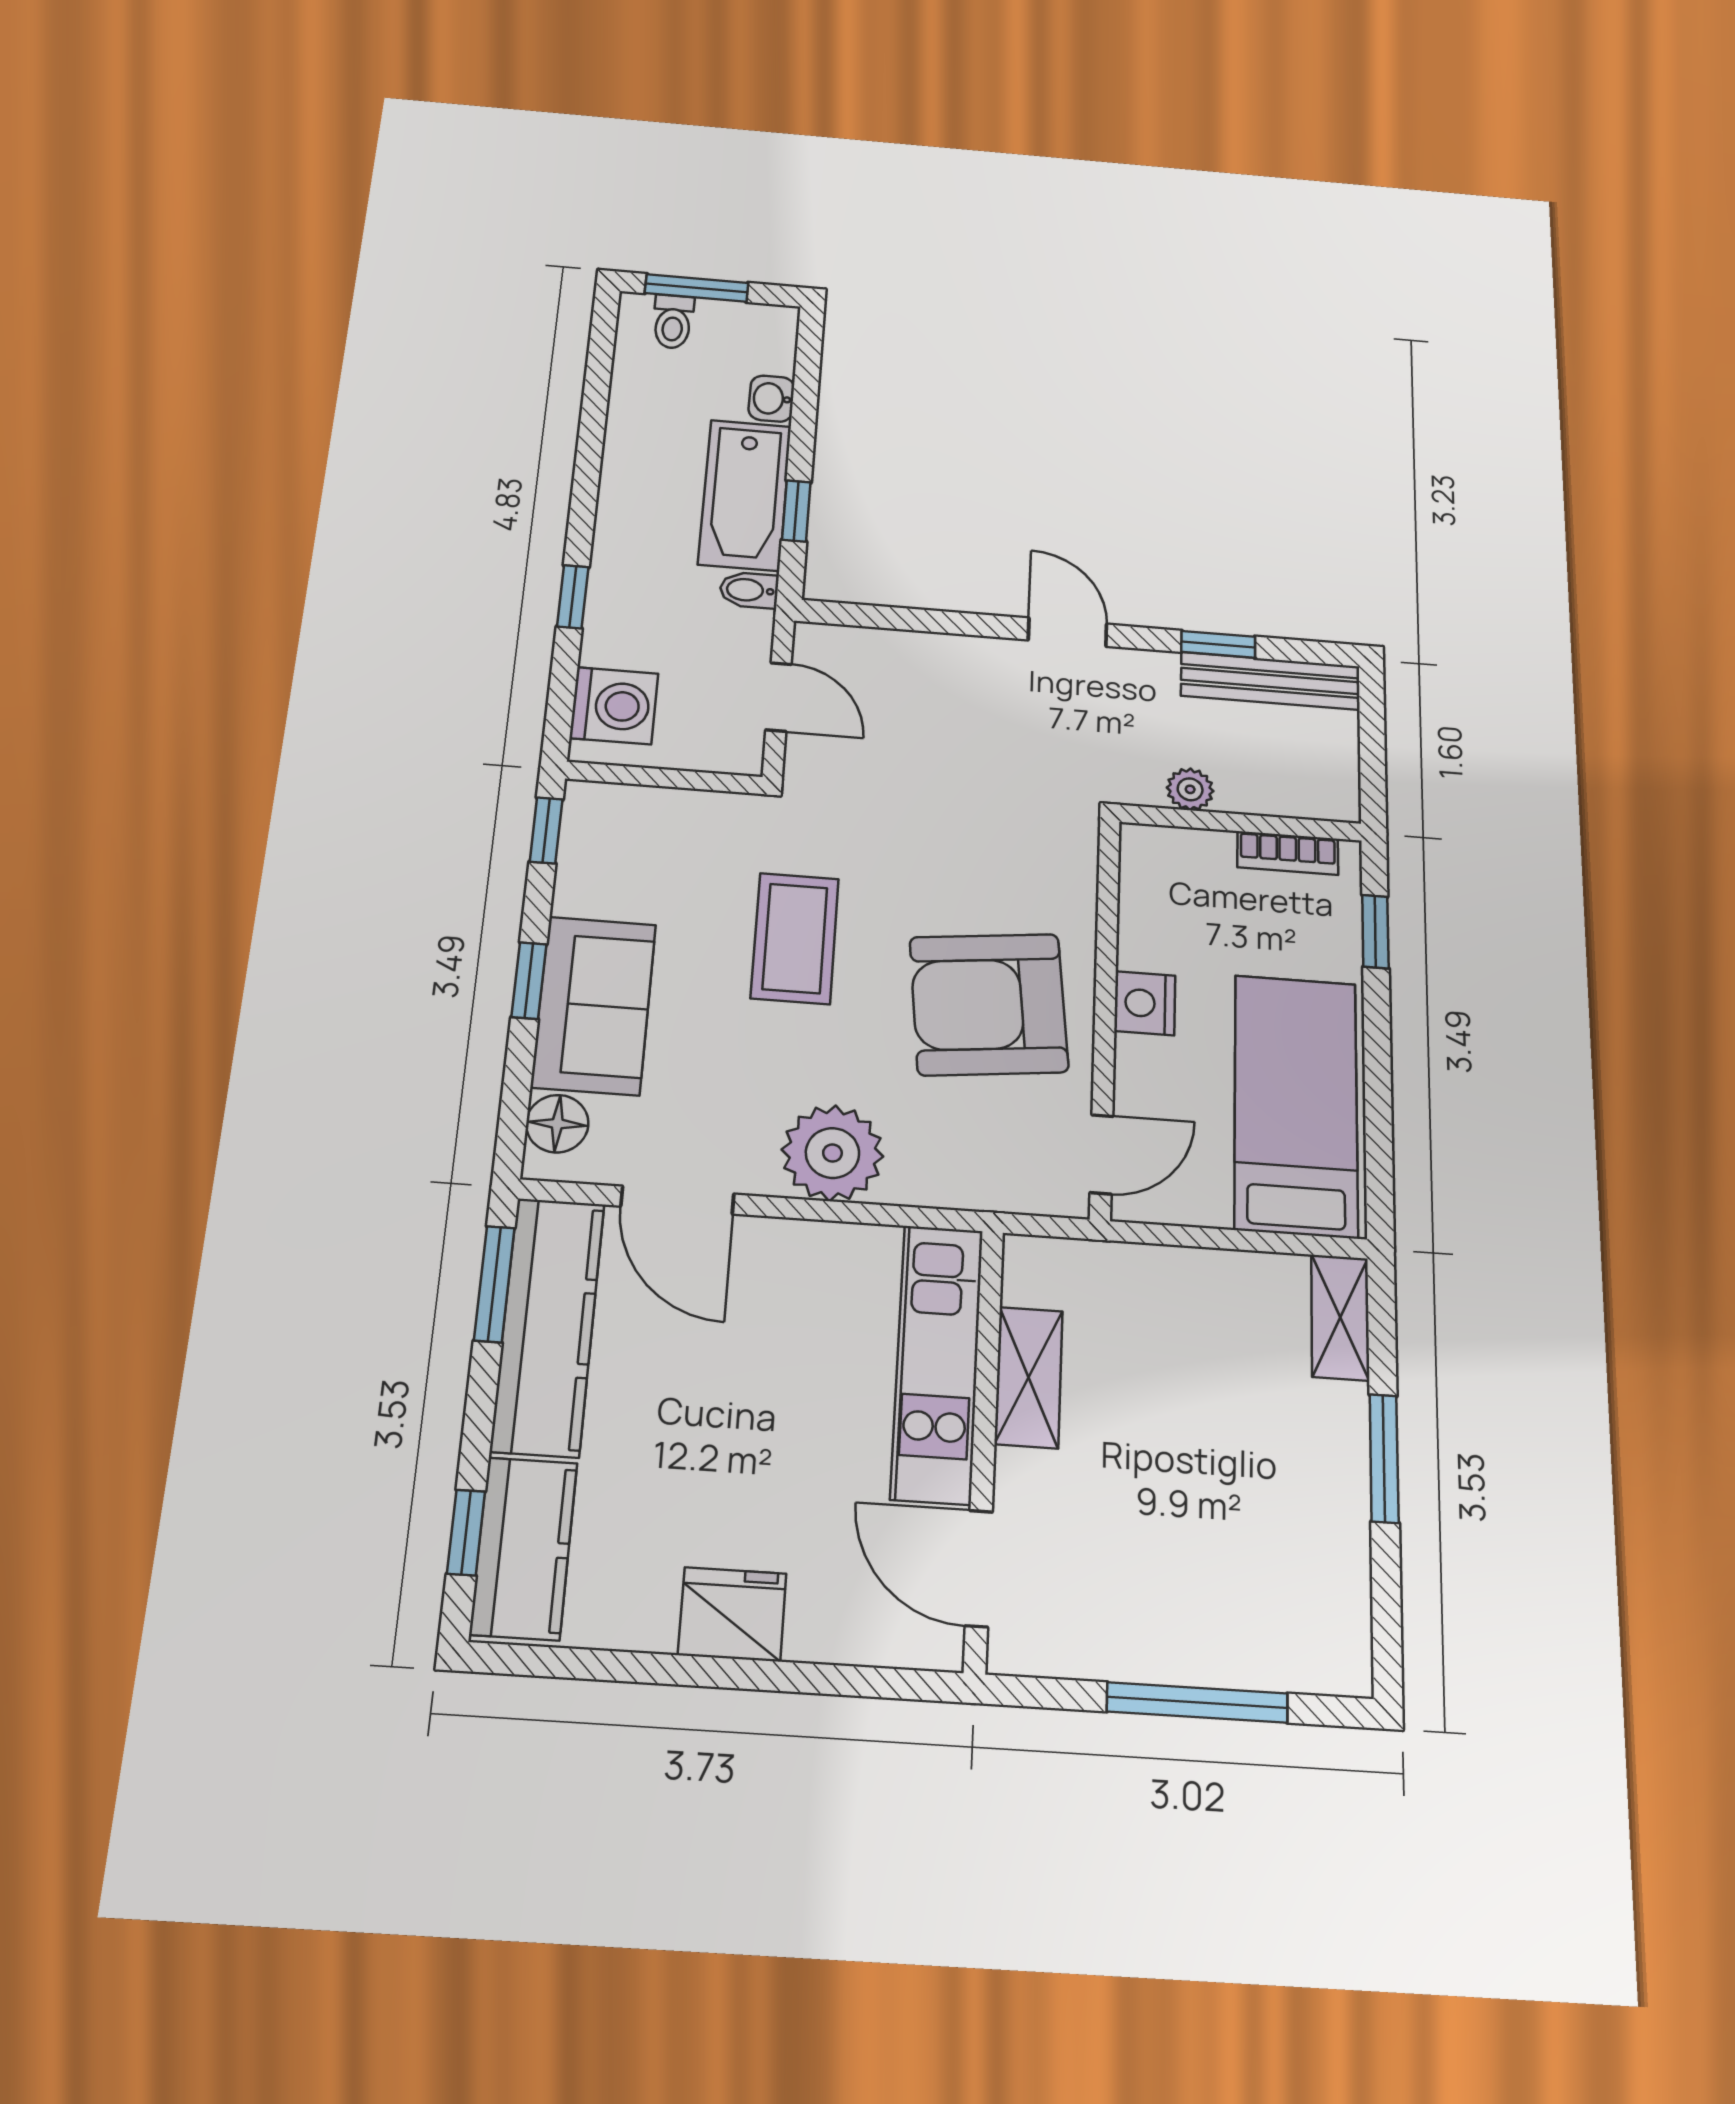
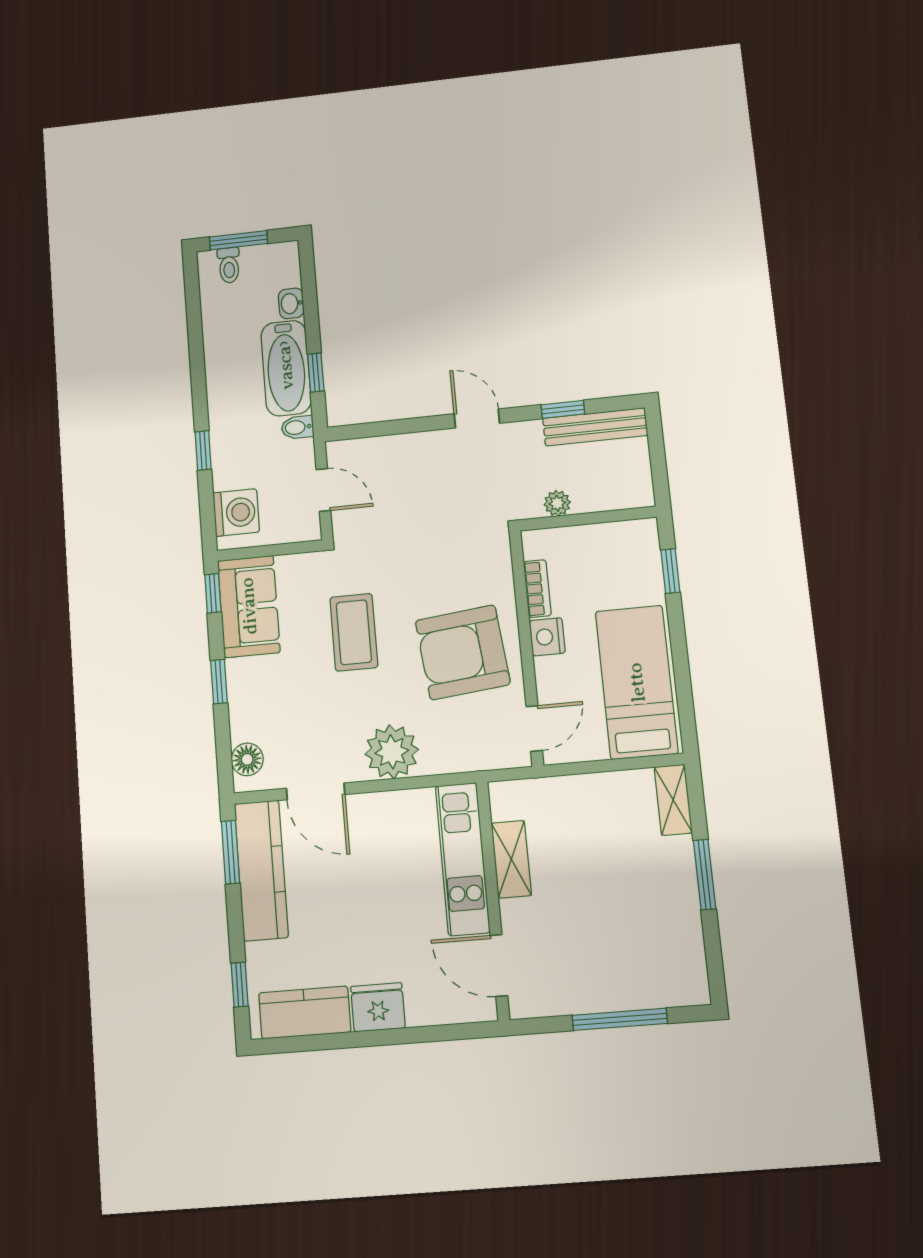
bookcase: (1288, 853) -> (537, 589), moved, turned -90
sofa: (594, 1005) -> (249, 606), moved
kitchen counter: (524, 1548) -> (305, 1012), moved, turned -90

